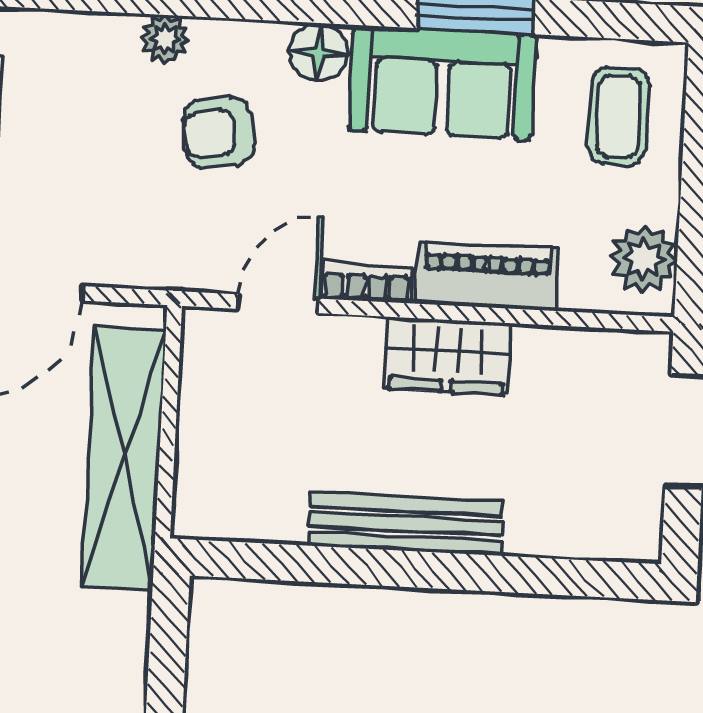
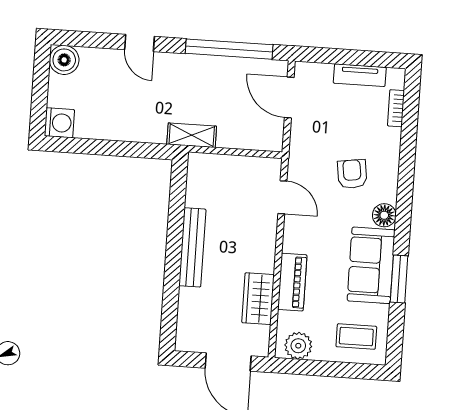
plant: (165, 39) -> (391, 153), removed
bookcase: (367, 283) -> (396, 108), moved, turned 180
wardrobe: (447, 356) -> (258, 299), moved
shelving: (124, 458) -> (192, 135), width x0.45, depth x0.75

